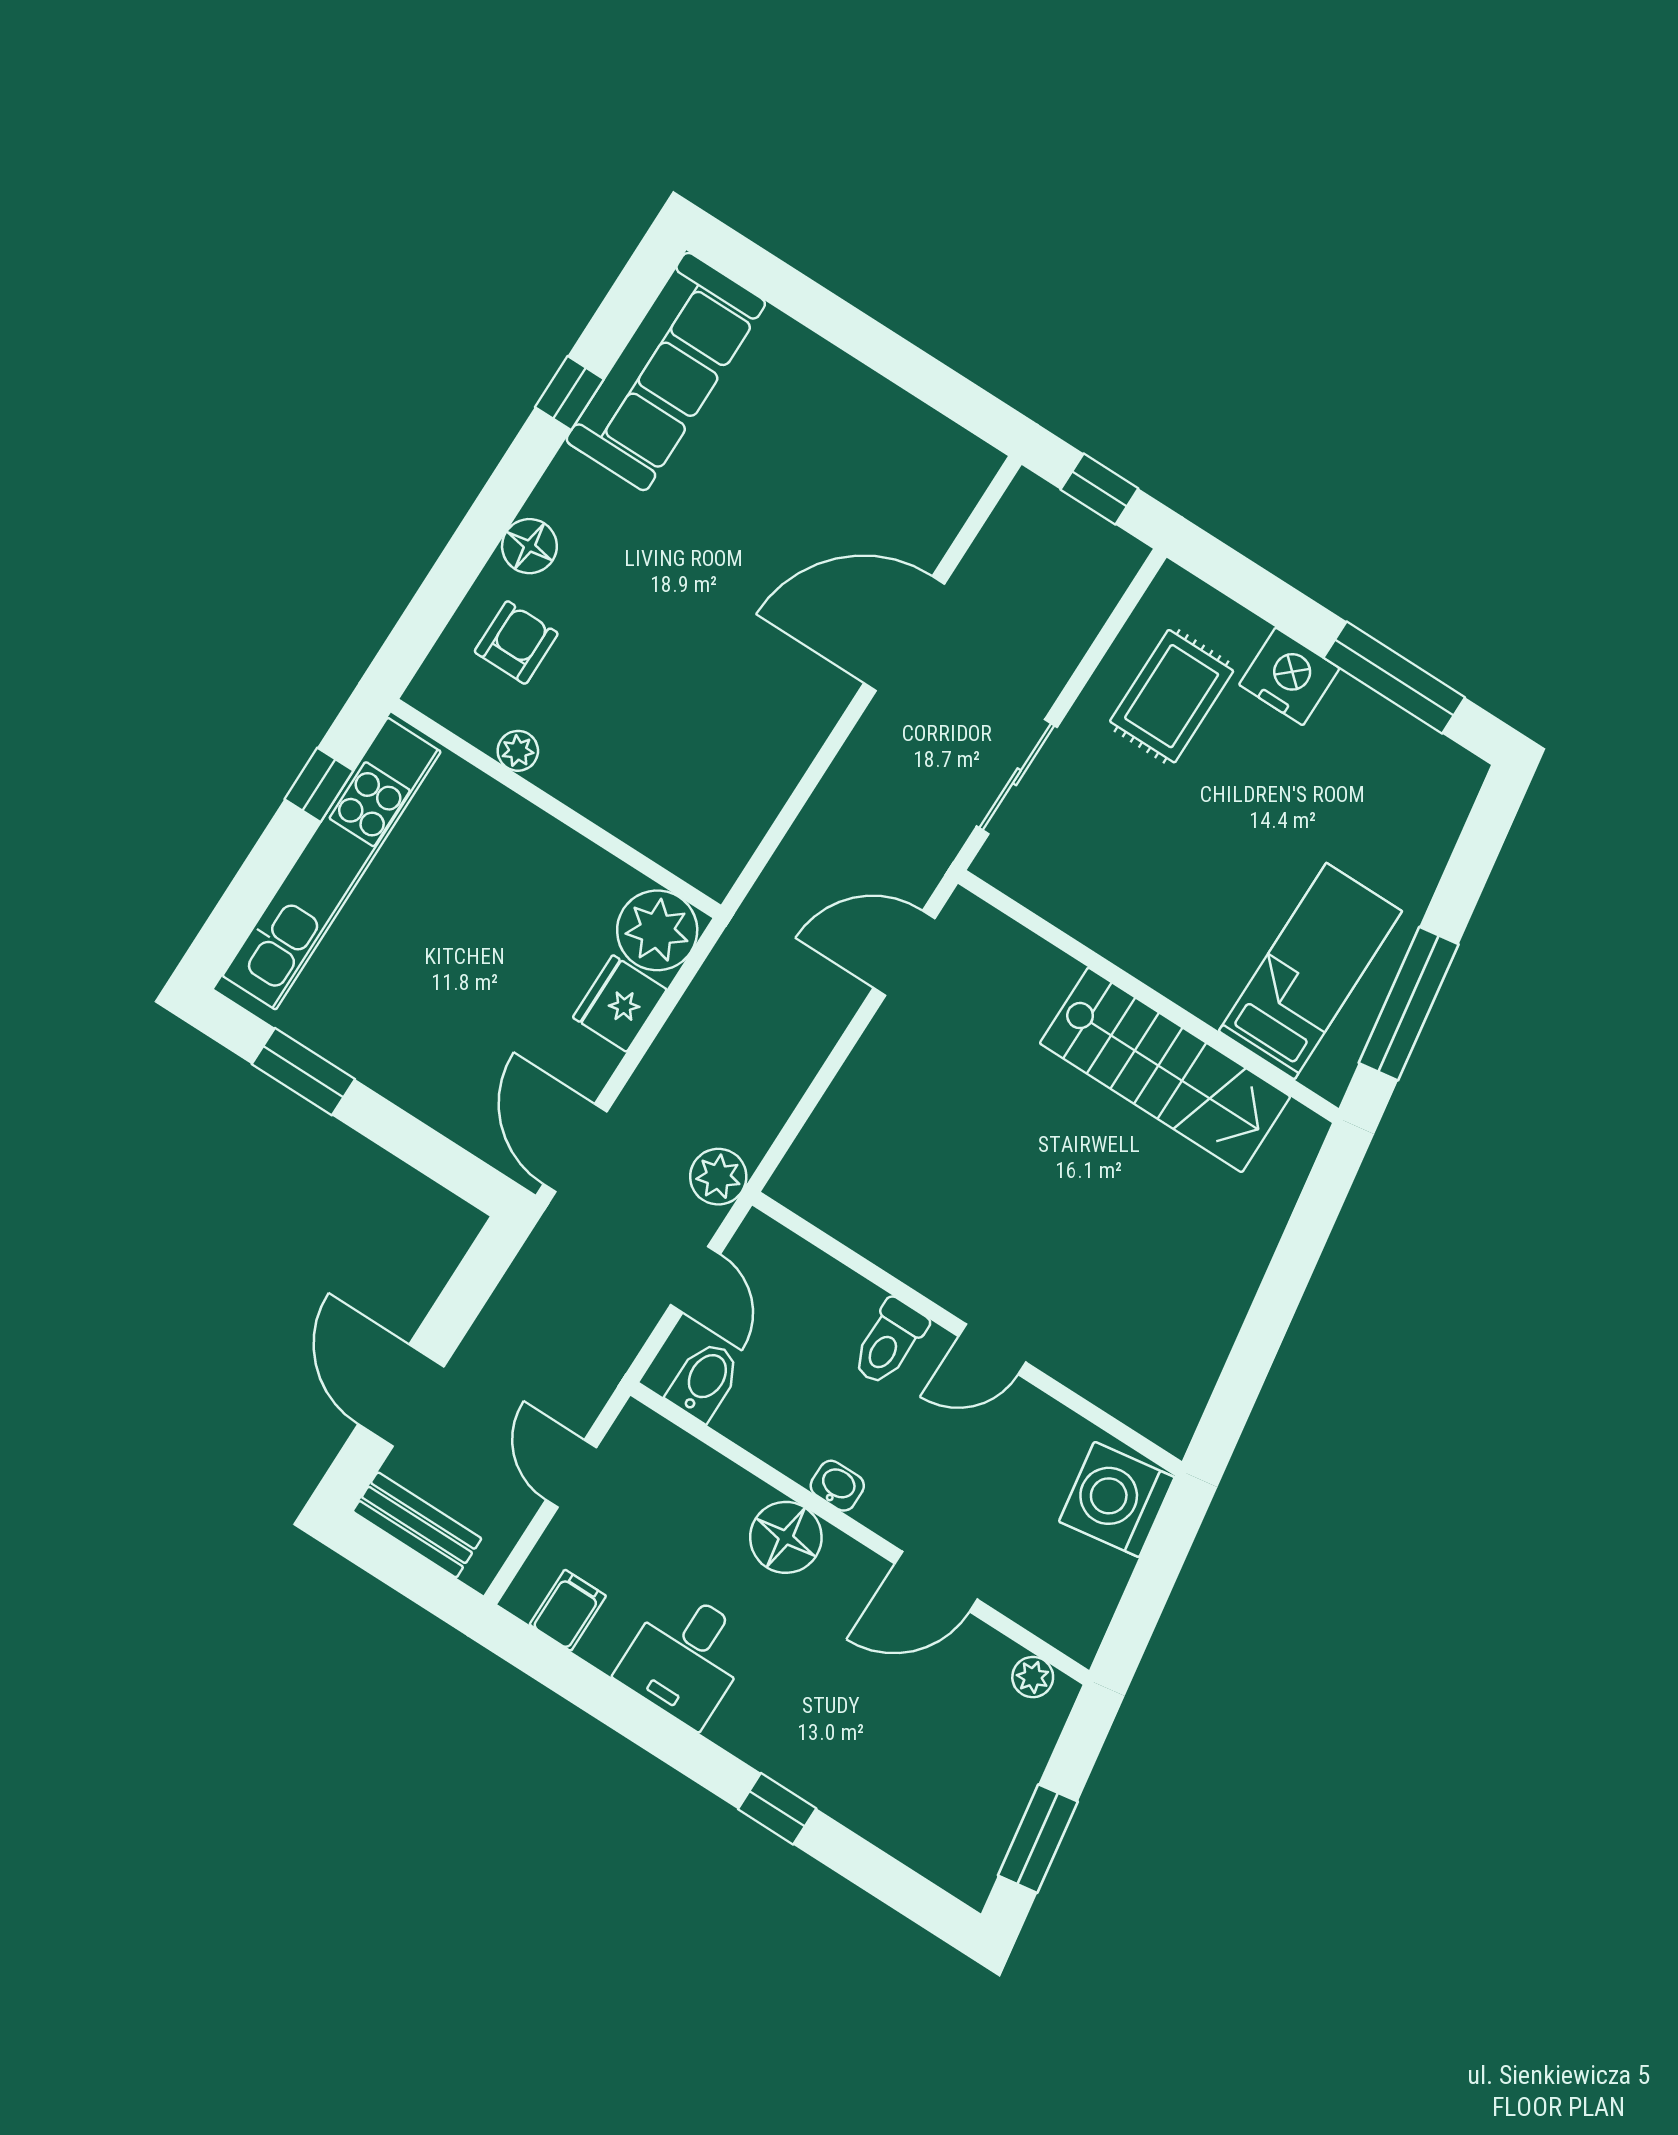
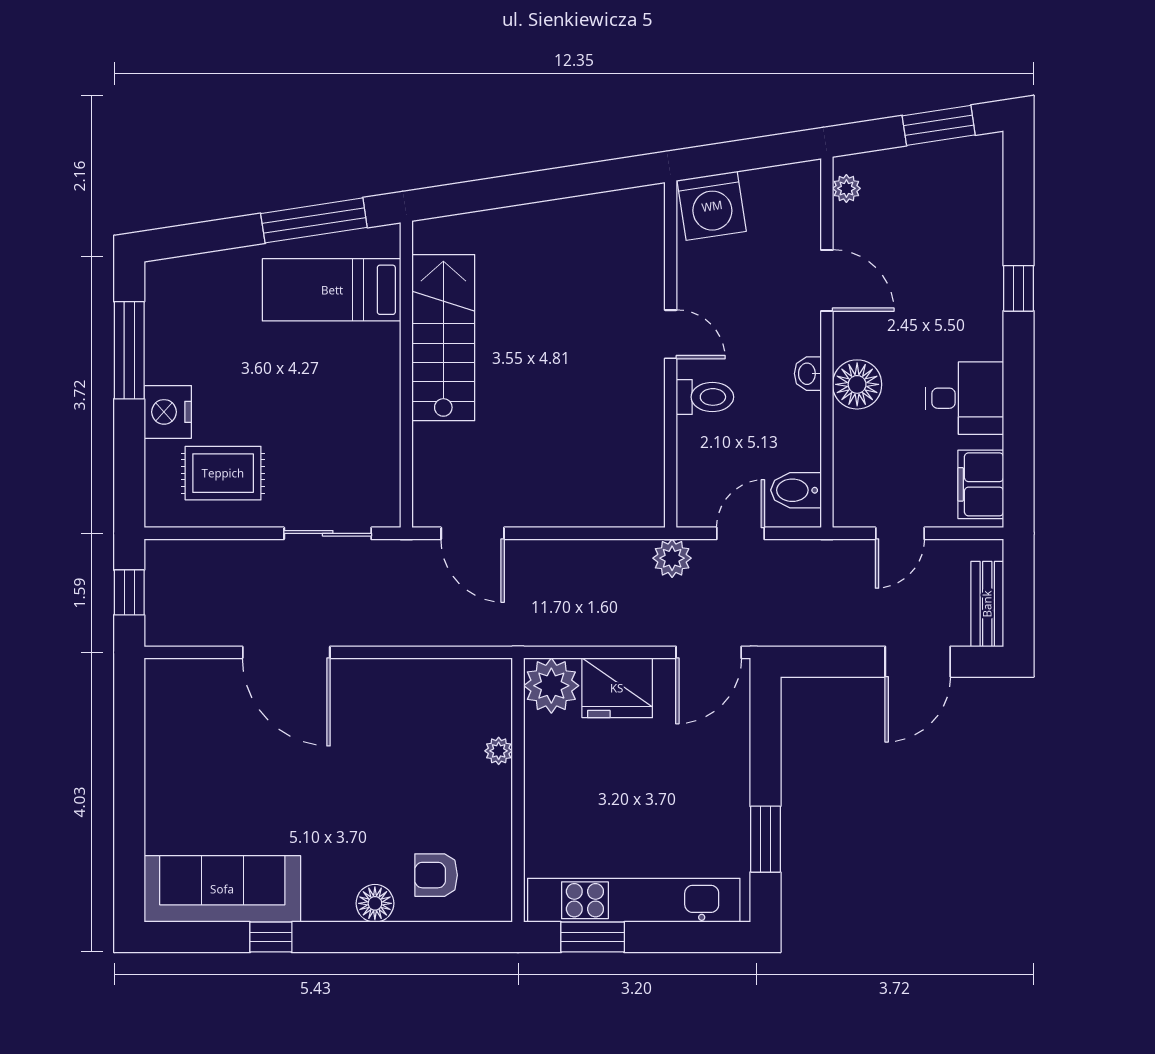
plant: (518, 751) -> (499, 751), moved
window: (319, 785) -> (593, 937), width x1.50
fridge: (620, 1003) -> (617, 688), width x1.36, depth x1.34
filing cabinet: (568, 1610) -> (981, 484), width x2.00

